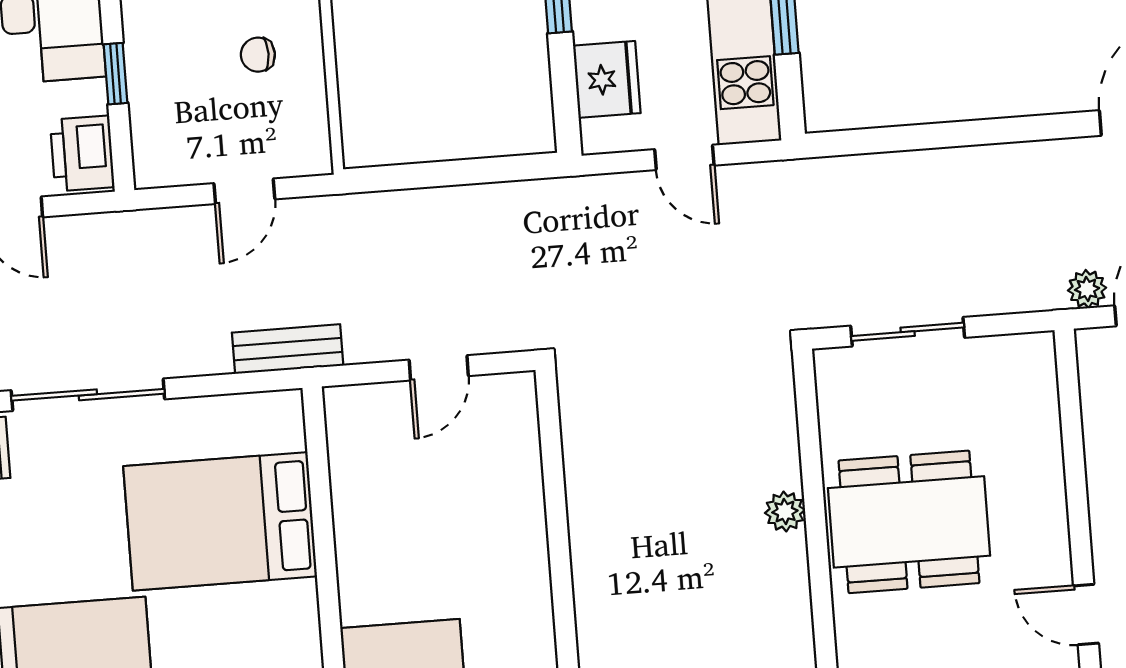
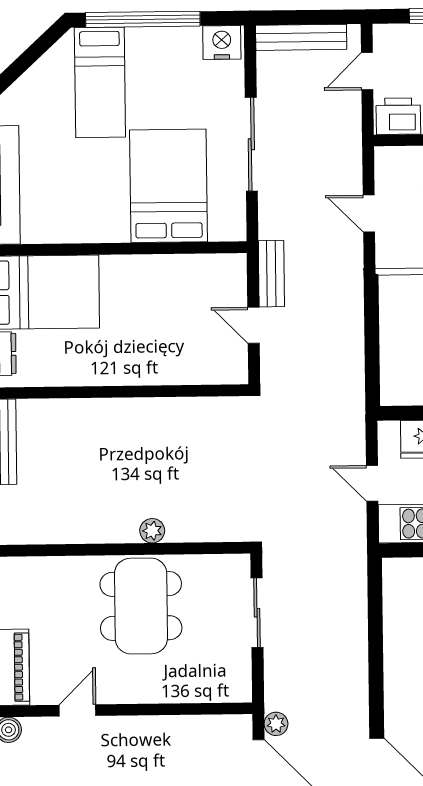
door: (684, 157) -> (372, 483), hinge flipped
bench: (288, 349) -> (271, 274), moved
sliding door: (88, 395) -> (251, 144), moved

